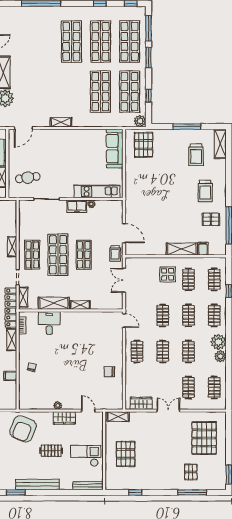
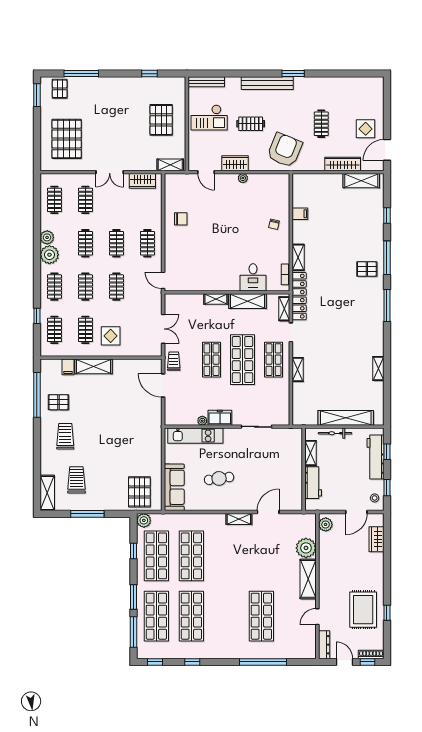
shop shelf: (71, 42) -> (261, 616), moved
door: (23, 128) -> (268, 512), moved
cafe table: (28, 178) -> (219, 478), moved
pallet: (191, 472) -> (60, 89), moved

